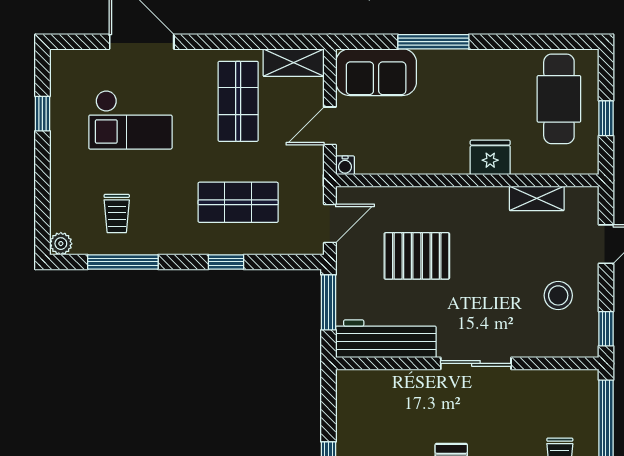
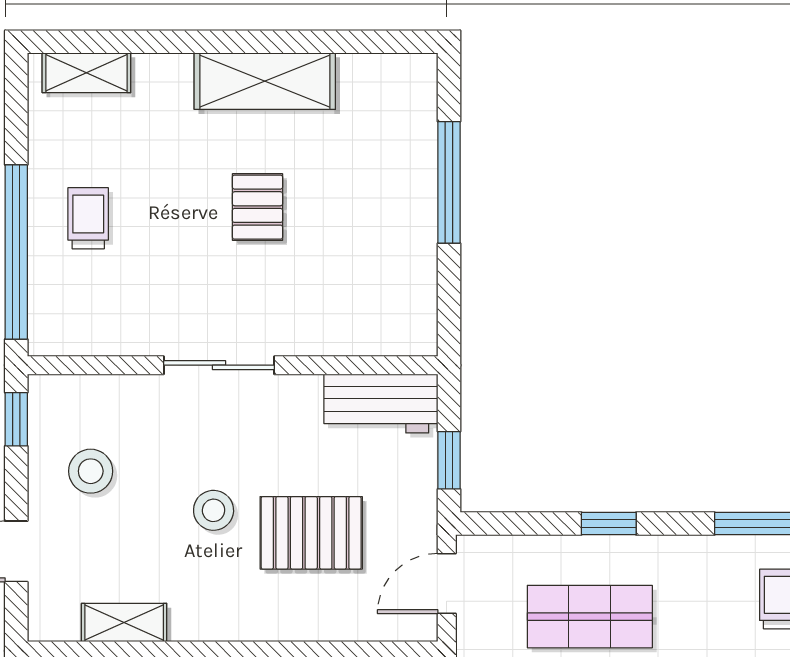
stool: (479, 270) -> (214, 510), added
window: (328, 302) -> (449, 460), width x0.67
workbench: (386, 339) -> (381, 404), width x0.73

